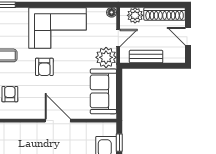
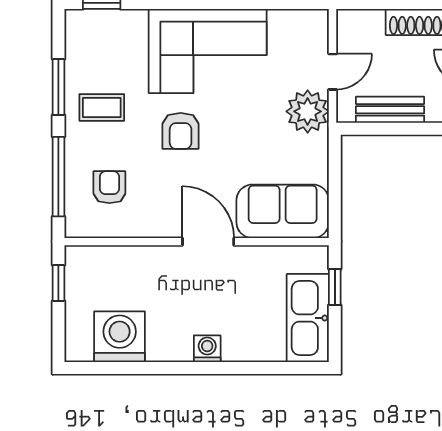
floor lamp: (112, 12) -> (319, 19), removed
plant: (135, 15) -> (367, 25), removed
sofa: (103, 91) -> (283, 211), moved, turned 90

